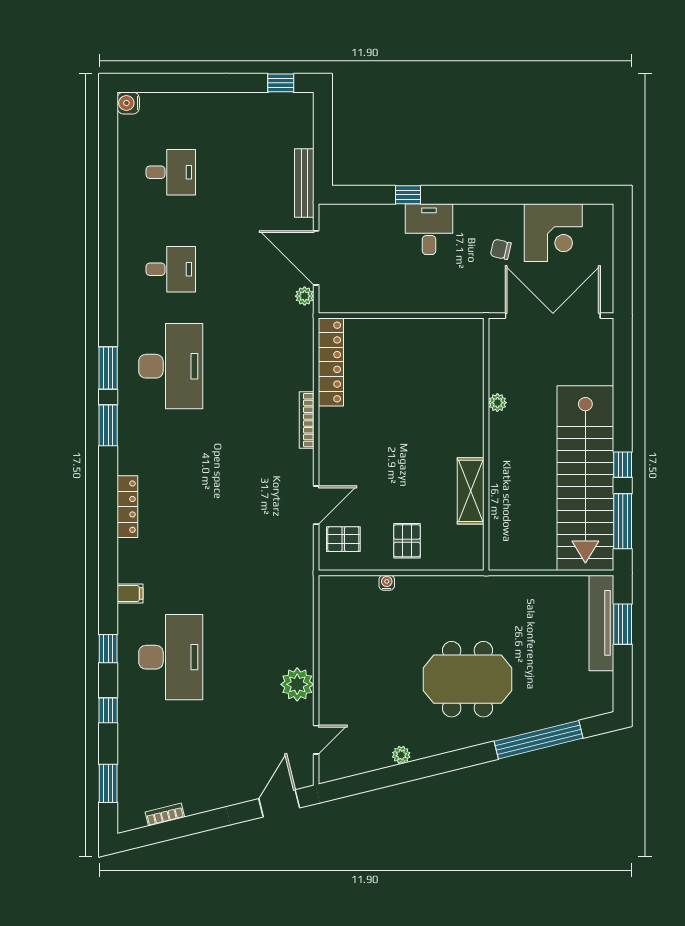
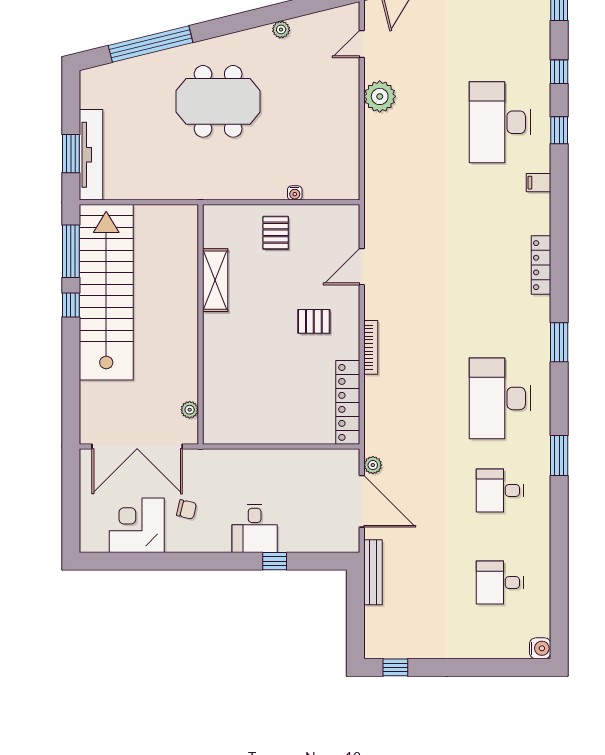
window: (108, 368) -> (559, 456), moved
plant: (497, 403) -> (190, 410), moved
pallet: (343, 539) -> (314, 321), moved

